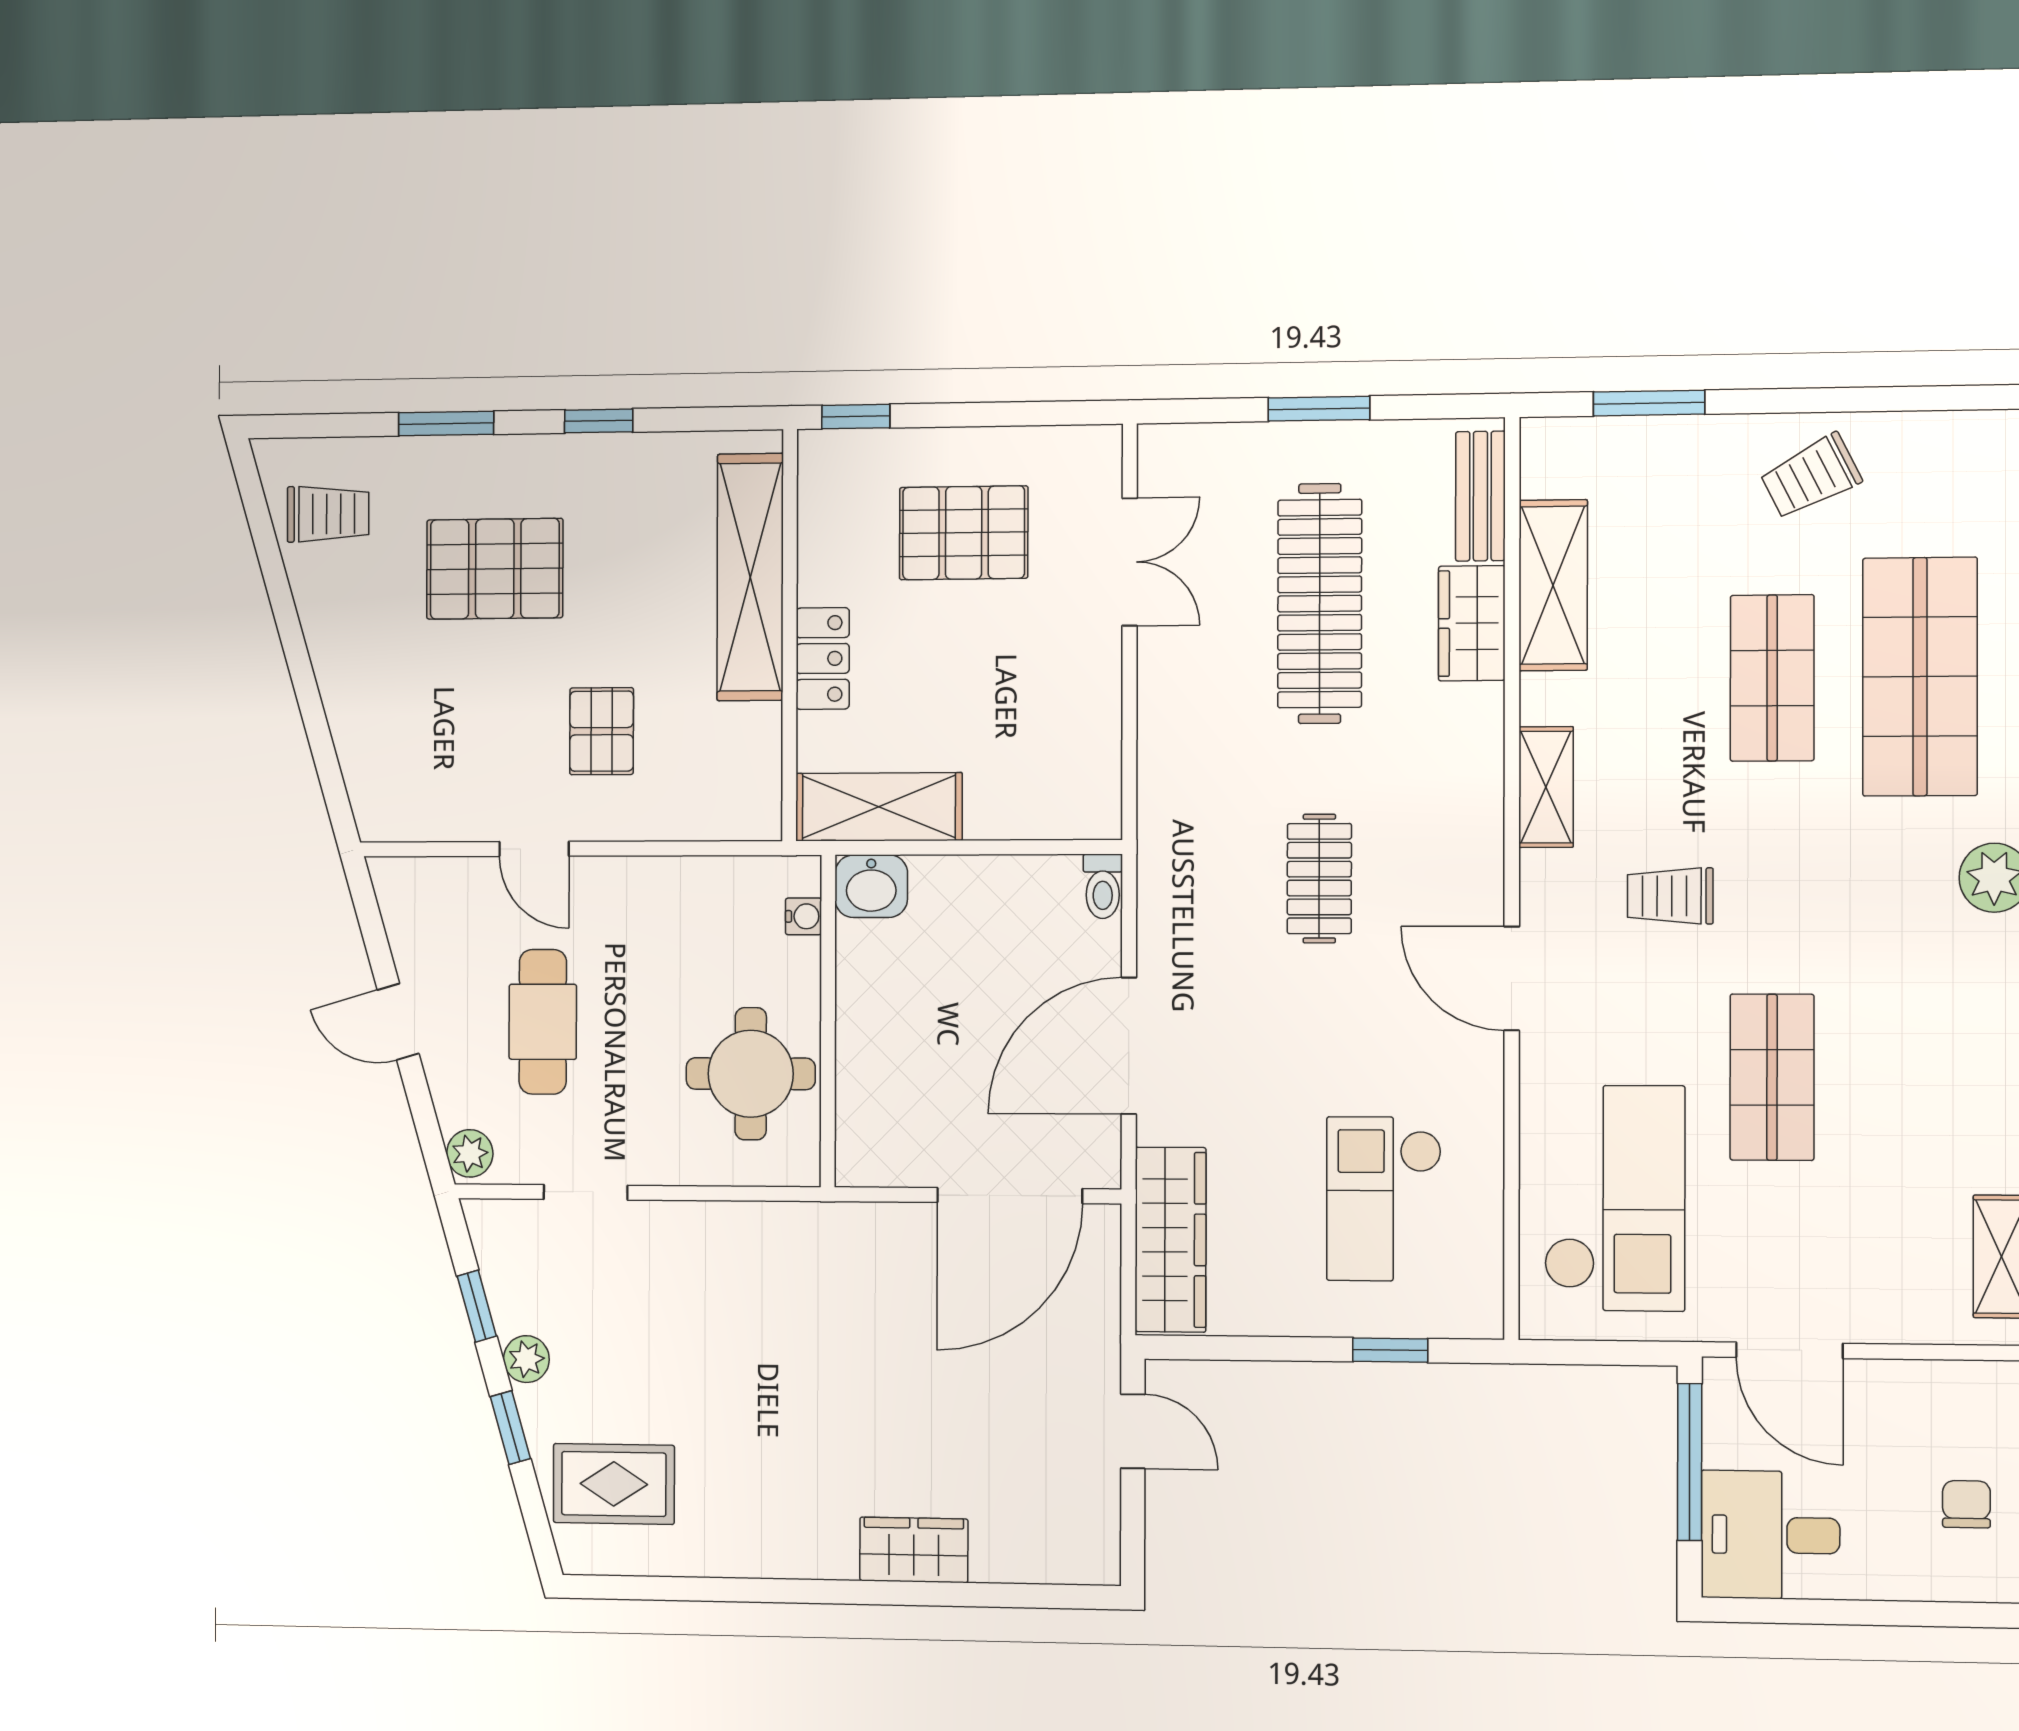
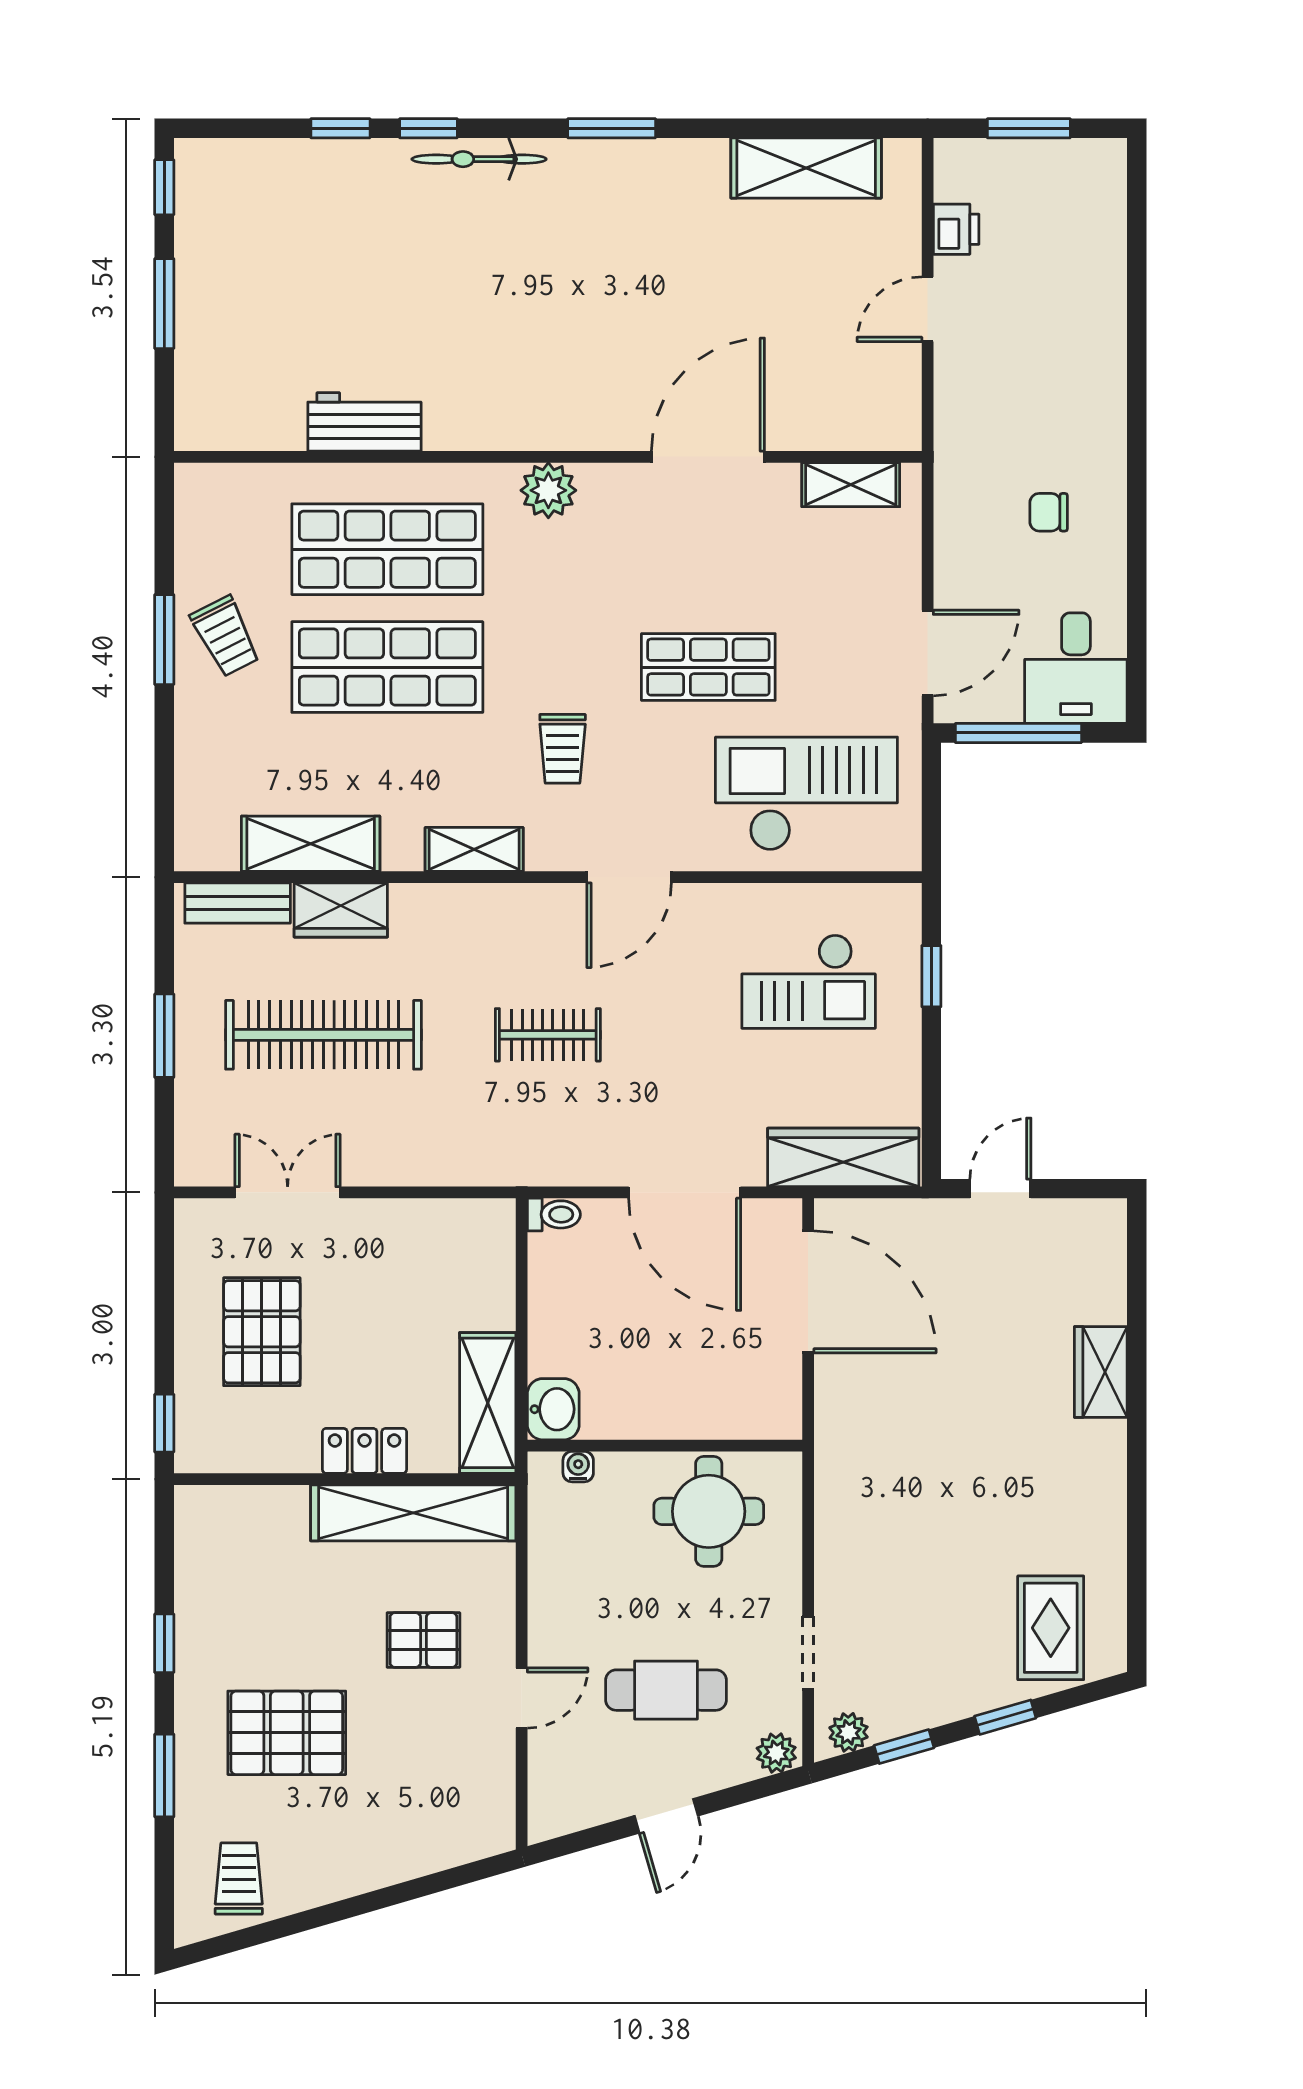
window: (1649, 403) -> (164, 640), moved
pallet: (495, 569) -> (287, 1733), turned 90
shelving: (750, 577) -> (413, 1513), moved
shop shelf: (1772, 678) -> (387, 667), width x1.43, depth x1.36
plant: (526, 1359) -> (849, 1732), moved

